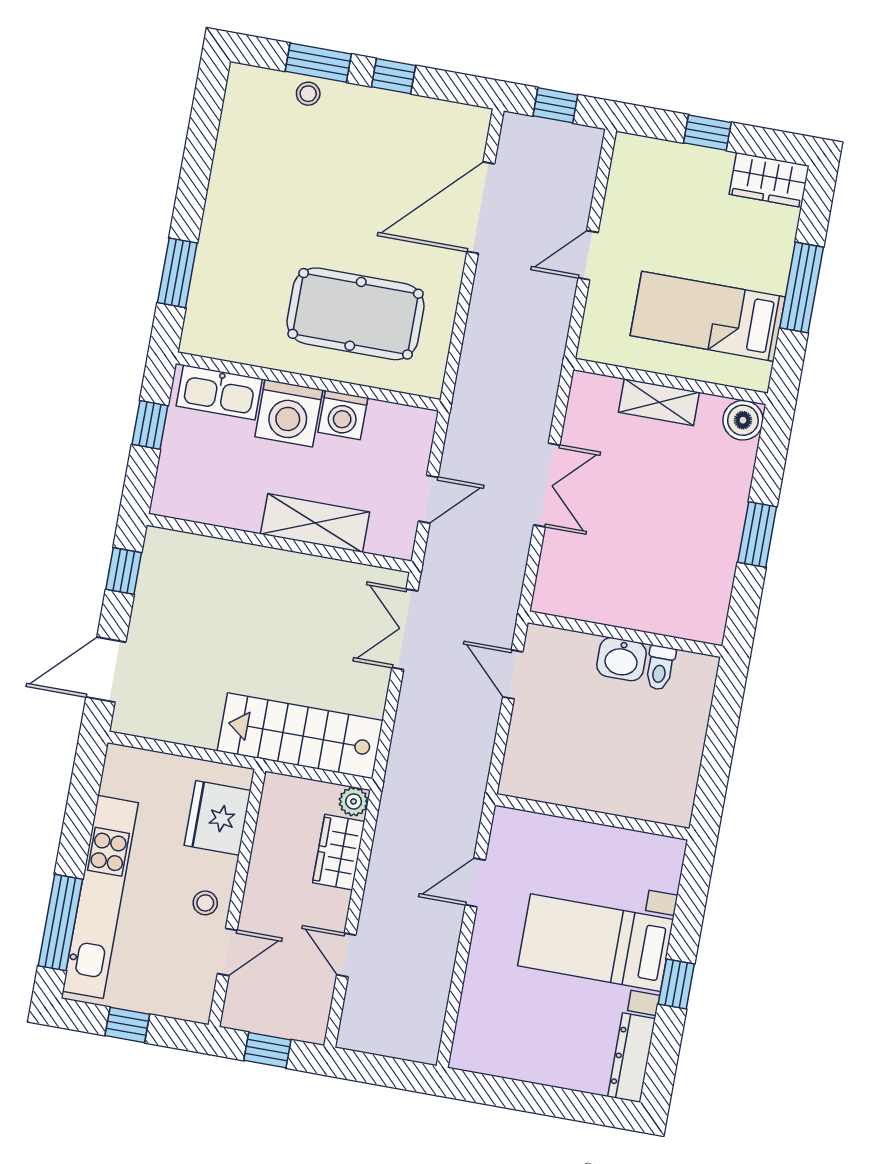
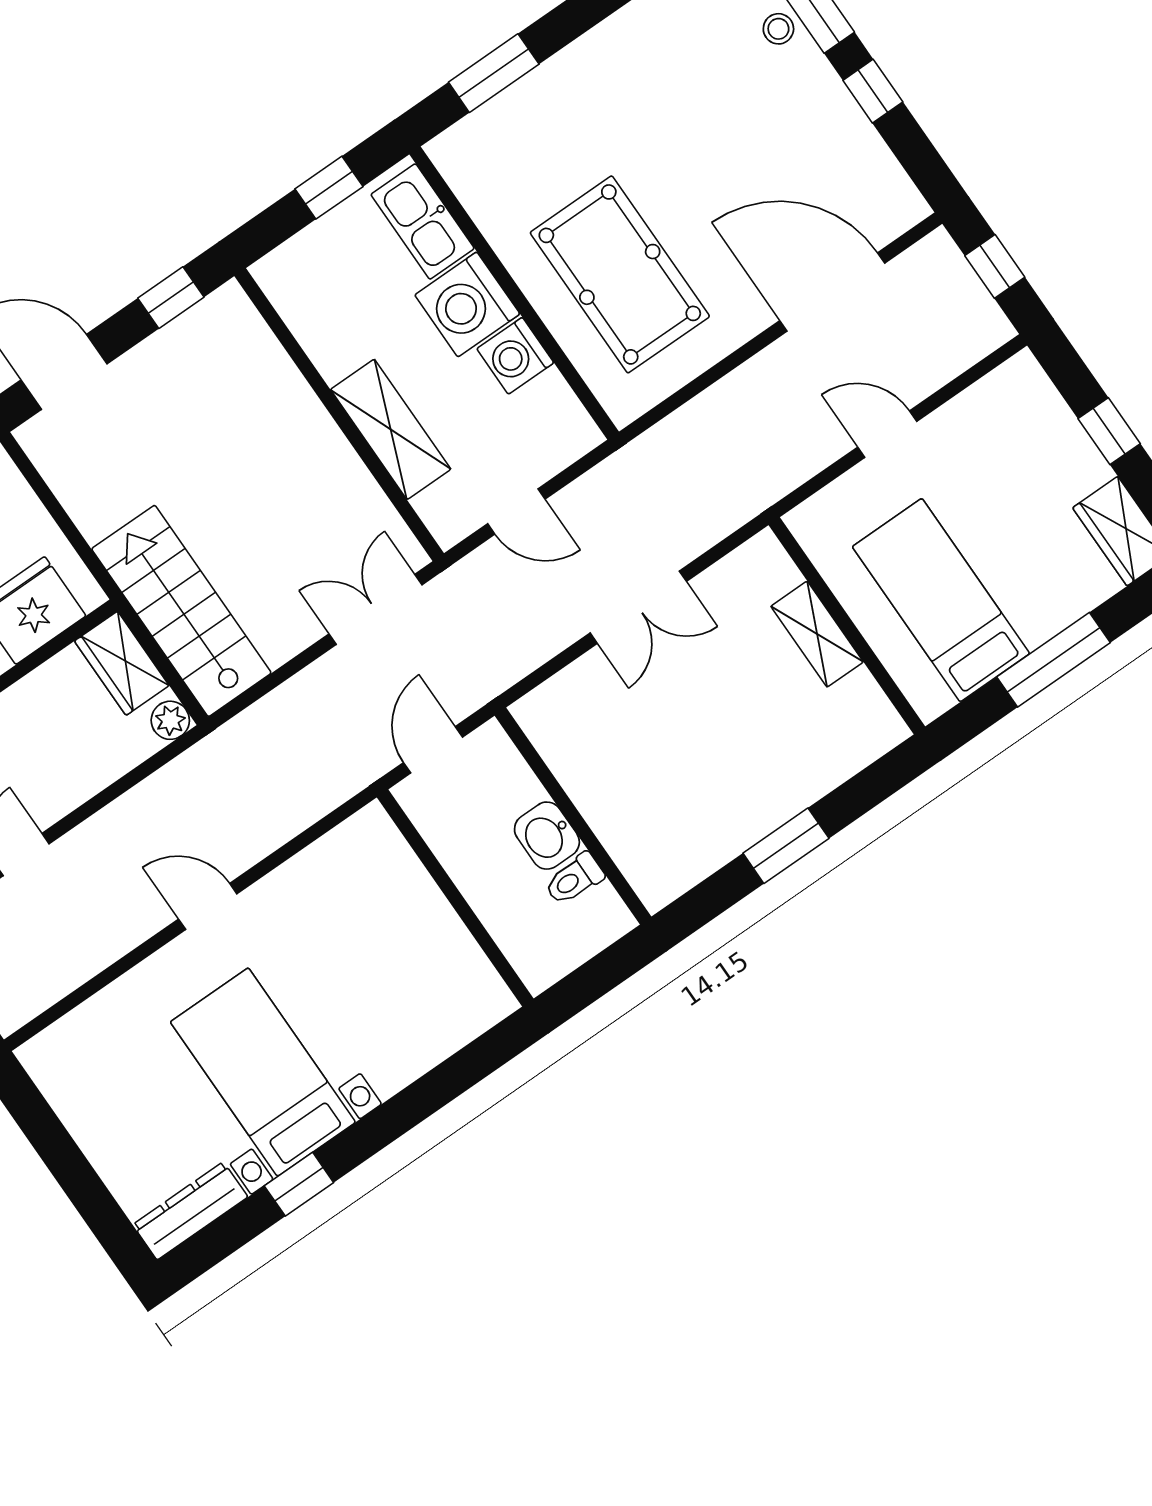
boiler: (743, 420) -> (878, 728), removed
wall: (592, 817) -> (455, 898), moved
wardrobe: (339, 852) -> (122, 663), moved, turned -90

